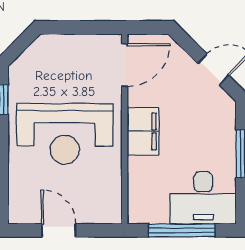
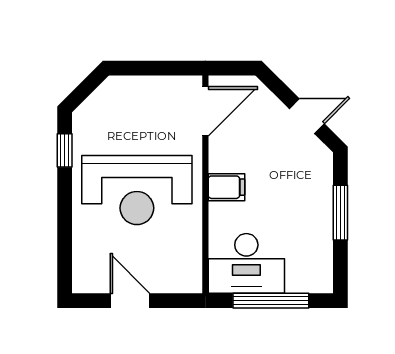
filing cabinet: (143, 131) -> (226, 187), width x0.50
desk: (203, 198) -> (246, 263), moved

